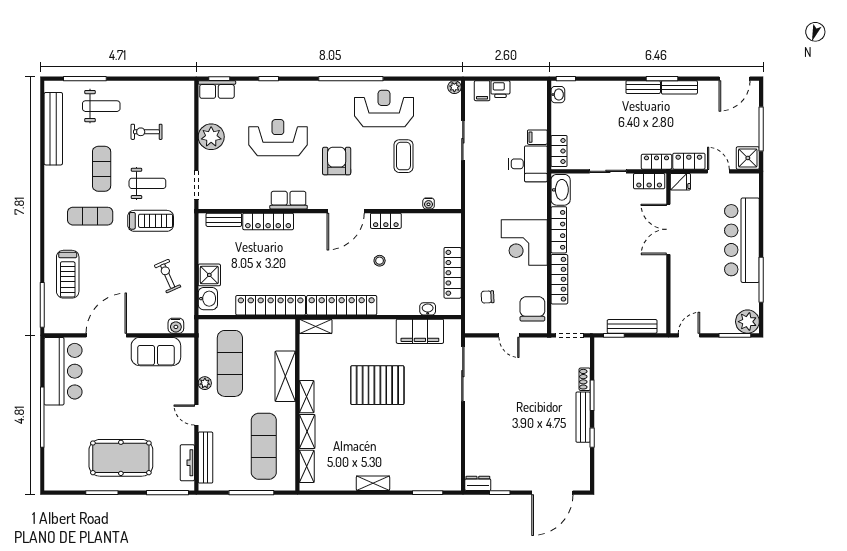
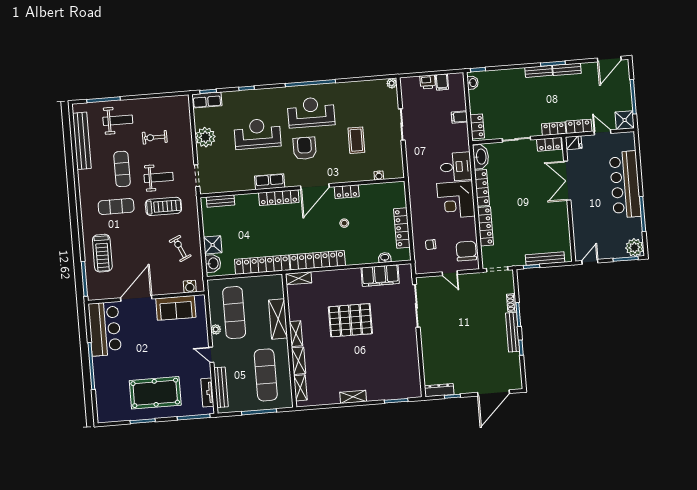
filing cabinet: (482, 91) -> (442, 82), moved
reception desk: (384, 109) -> (311, 112), moved
desk: (528, 164) -> (456, 167), moved
locker: (268, 221) -> (279, 198), moved
dresser: (478, 483) -> (439, 390), width x1.44

